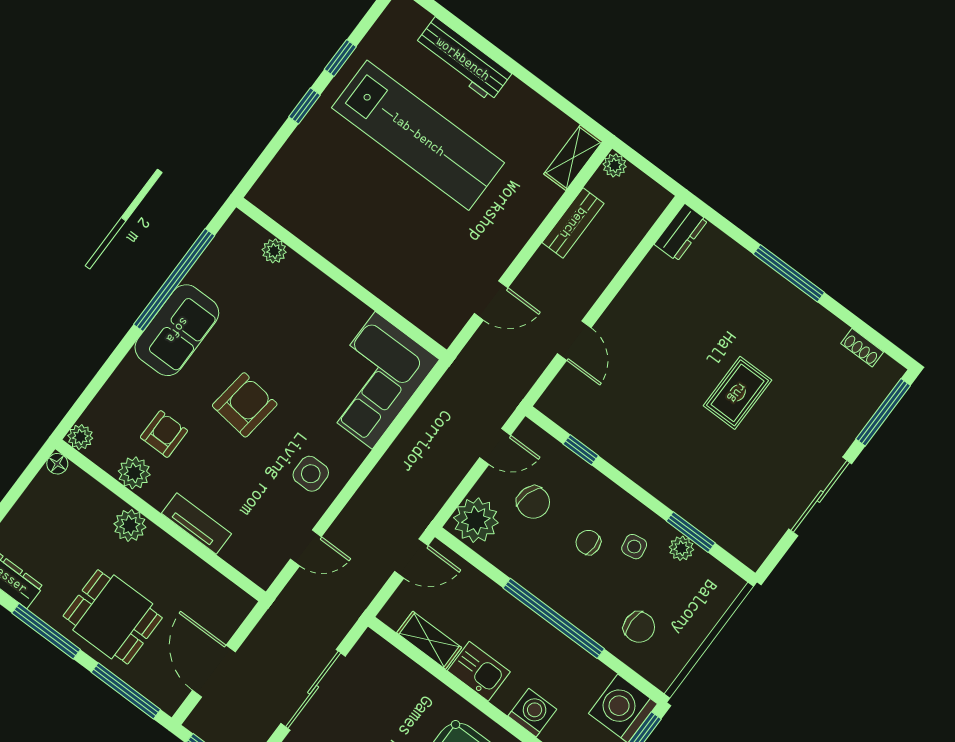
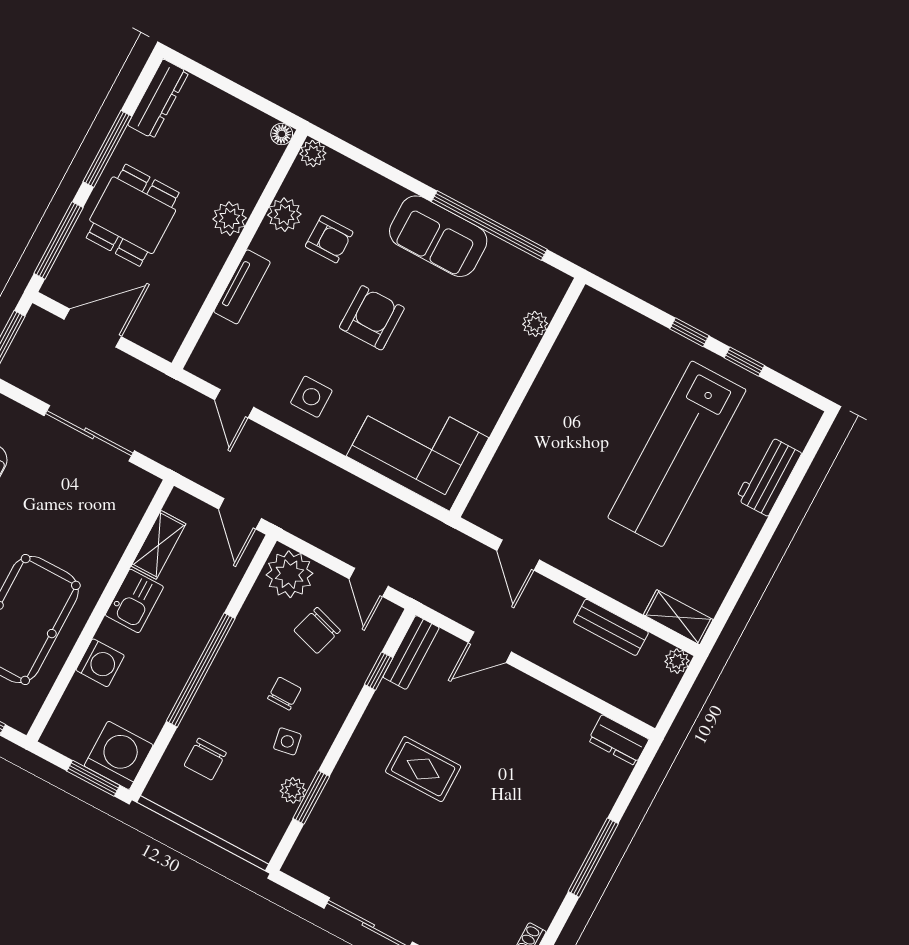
workbench: (463, 59) -> (769, 476), width x0.73
rug: (737, 393) -> (423, 769), moved
armchair: (245, 405) -> (372, 318), turned -97
bench: (568, 416) -> (411, 652), added

